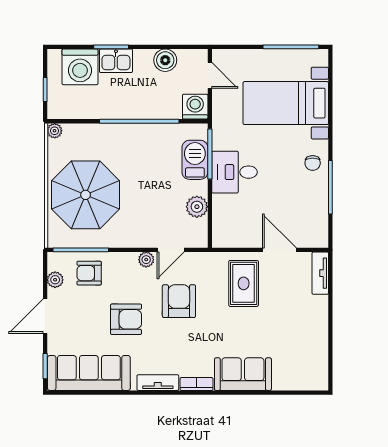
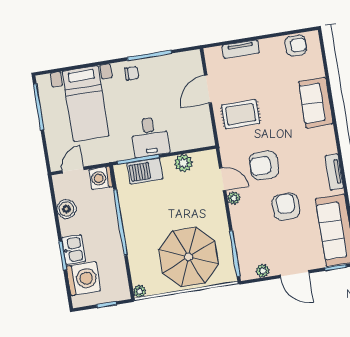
armchair: (89, 273) -> (296, 45), moved, turned -90
tv unit: (320, 273) -> (241, 49), moved
bookcase: (197, 384) -> (330, 140), removed

